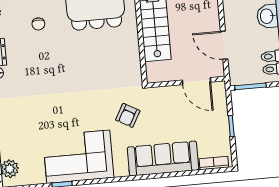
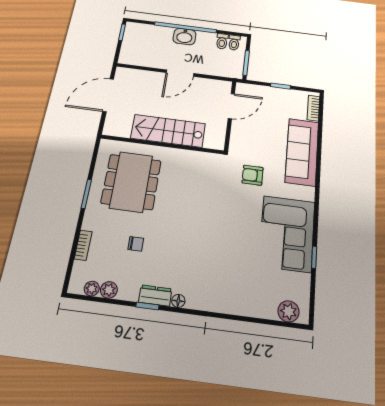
door: (224, 45) -> (180, 73), moved
armchair: (128, 115) -> (253, 175), turned 151

